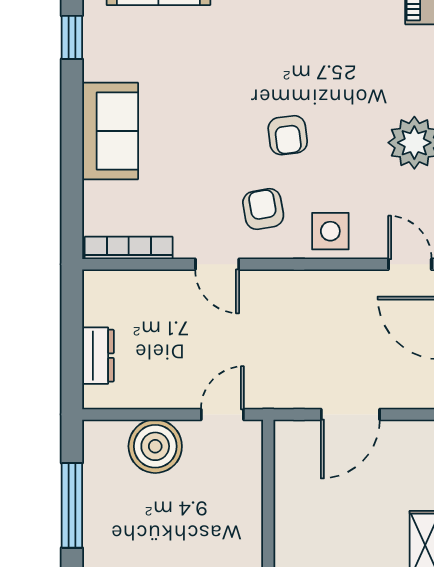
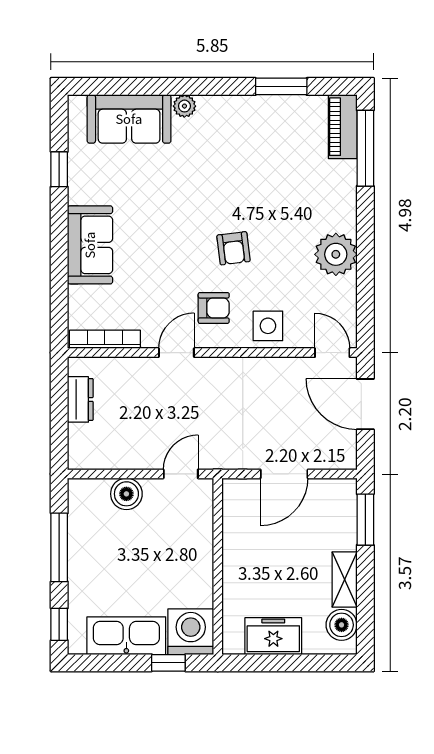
armchair: (263, 209) -> (214, 308), turned 100
door: (217, 264) -> (176, 353), swing flipped
dresser: (98, 356) -> (80, 399), moved
boiler: (155, 446) -> (126, 494), width x0.73, depth x0.73

